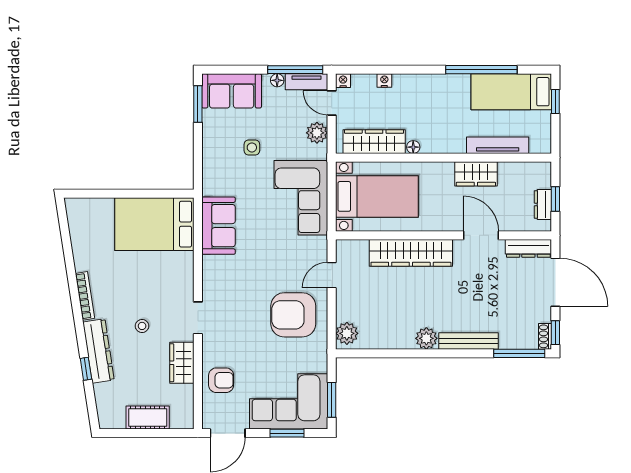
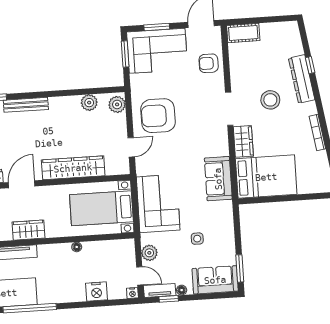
window: (295, 70) -> (169, 299), width x0.46
nightstand: (384, 80) -> (96, 292), width x1.89, depth x1.79
wardrobe: (374, 142) -> (106, 249), removed
door: (481, 235) -> (22, 184), swing flipped
bookcase: (85, 296) -> (317, 132), moved
armchair: (293, 315) -> (158, 116), turned 180
doorway: (198, 318) -> (229, 109), width x1.38
stool: (142, 326) -> (270, 100), width x1.89, depth x1.89
plant: (426, 338) -> (89, 103), moved
wardrobe: (182, 363) -> (243, 141), moved
cot: (148, 418) -> (243, 33), moved

